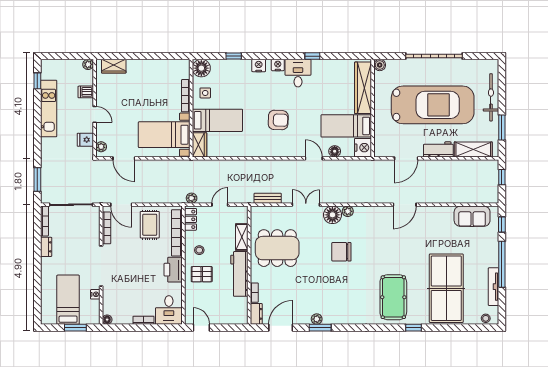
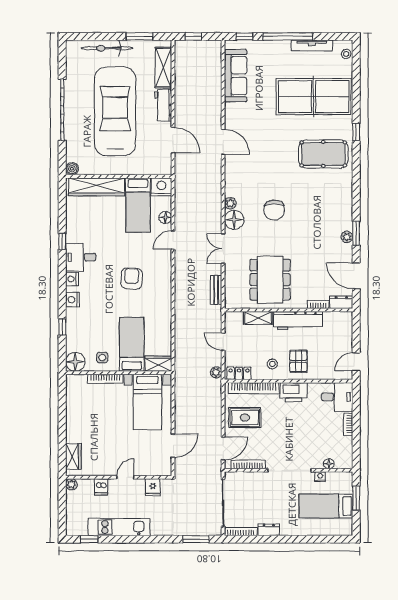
plant: (101, 147) -> (160, 470), removed
sofa: (472, 216) -> (236, 76), width x1.36
floor lamp: (107, 320) -> (329, 464), moved

